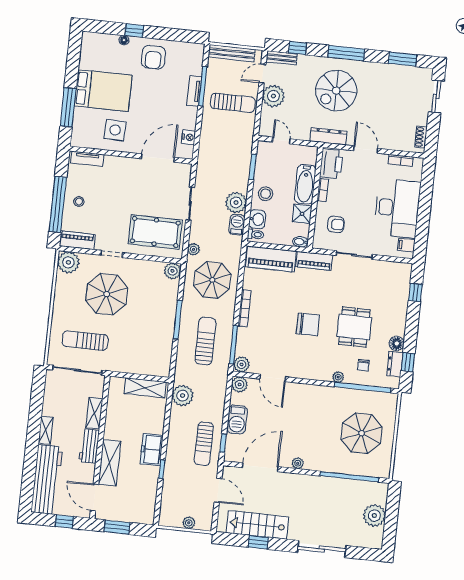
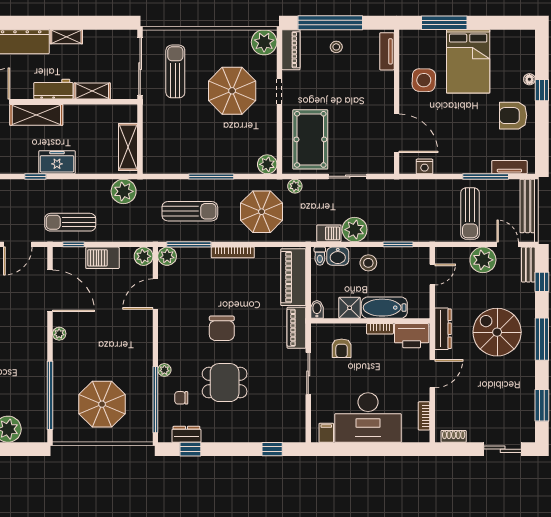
tv unit: (194, 91) -> (509, 167), moved
floor lamp: (397, 343) -> (211, 434), removed

